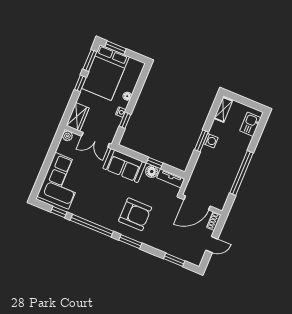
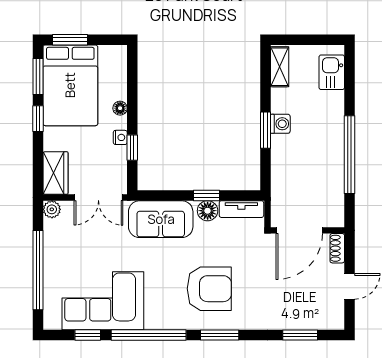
window: (46, 166) -> (38, 270), added
corner sofa: (62, 181) -> (103, 301), moved, turned -90

